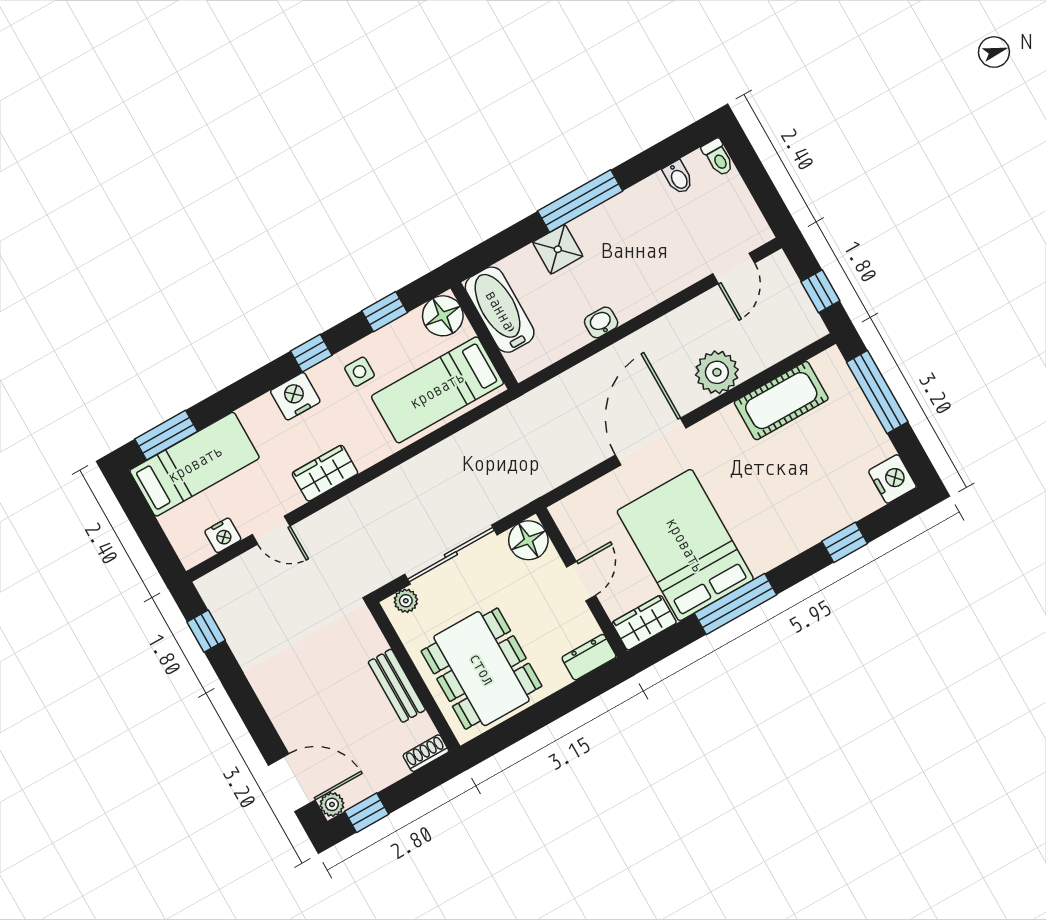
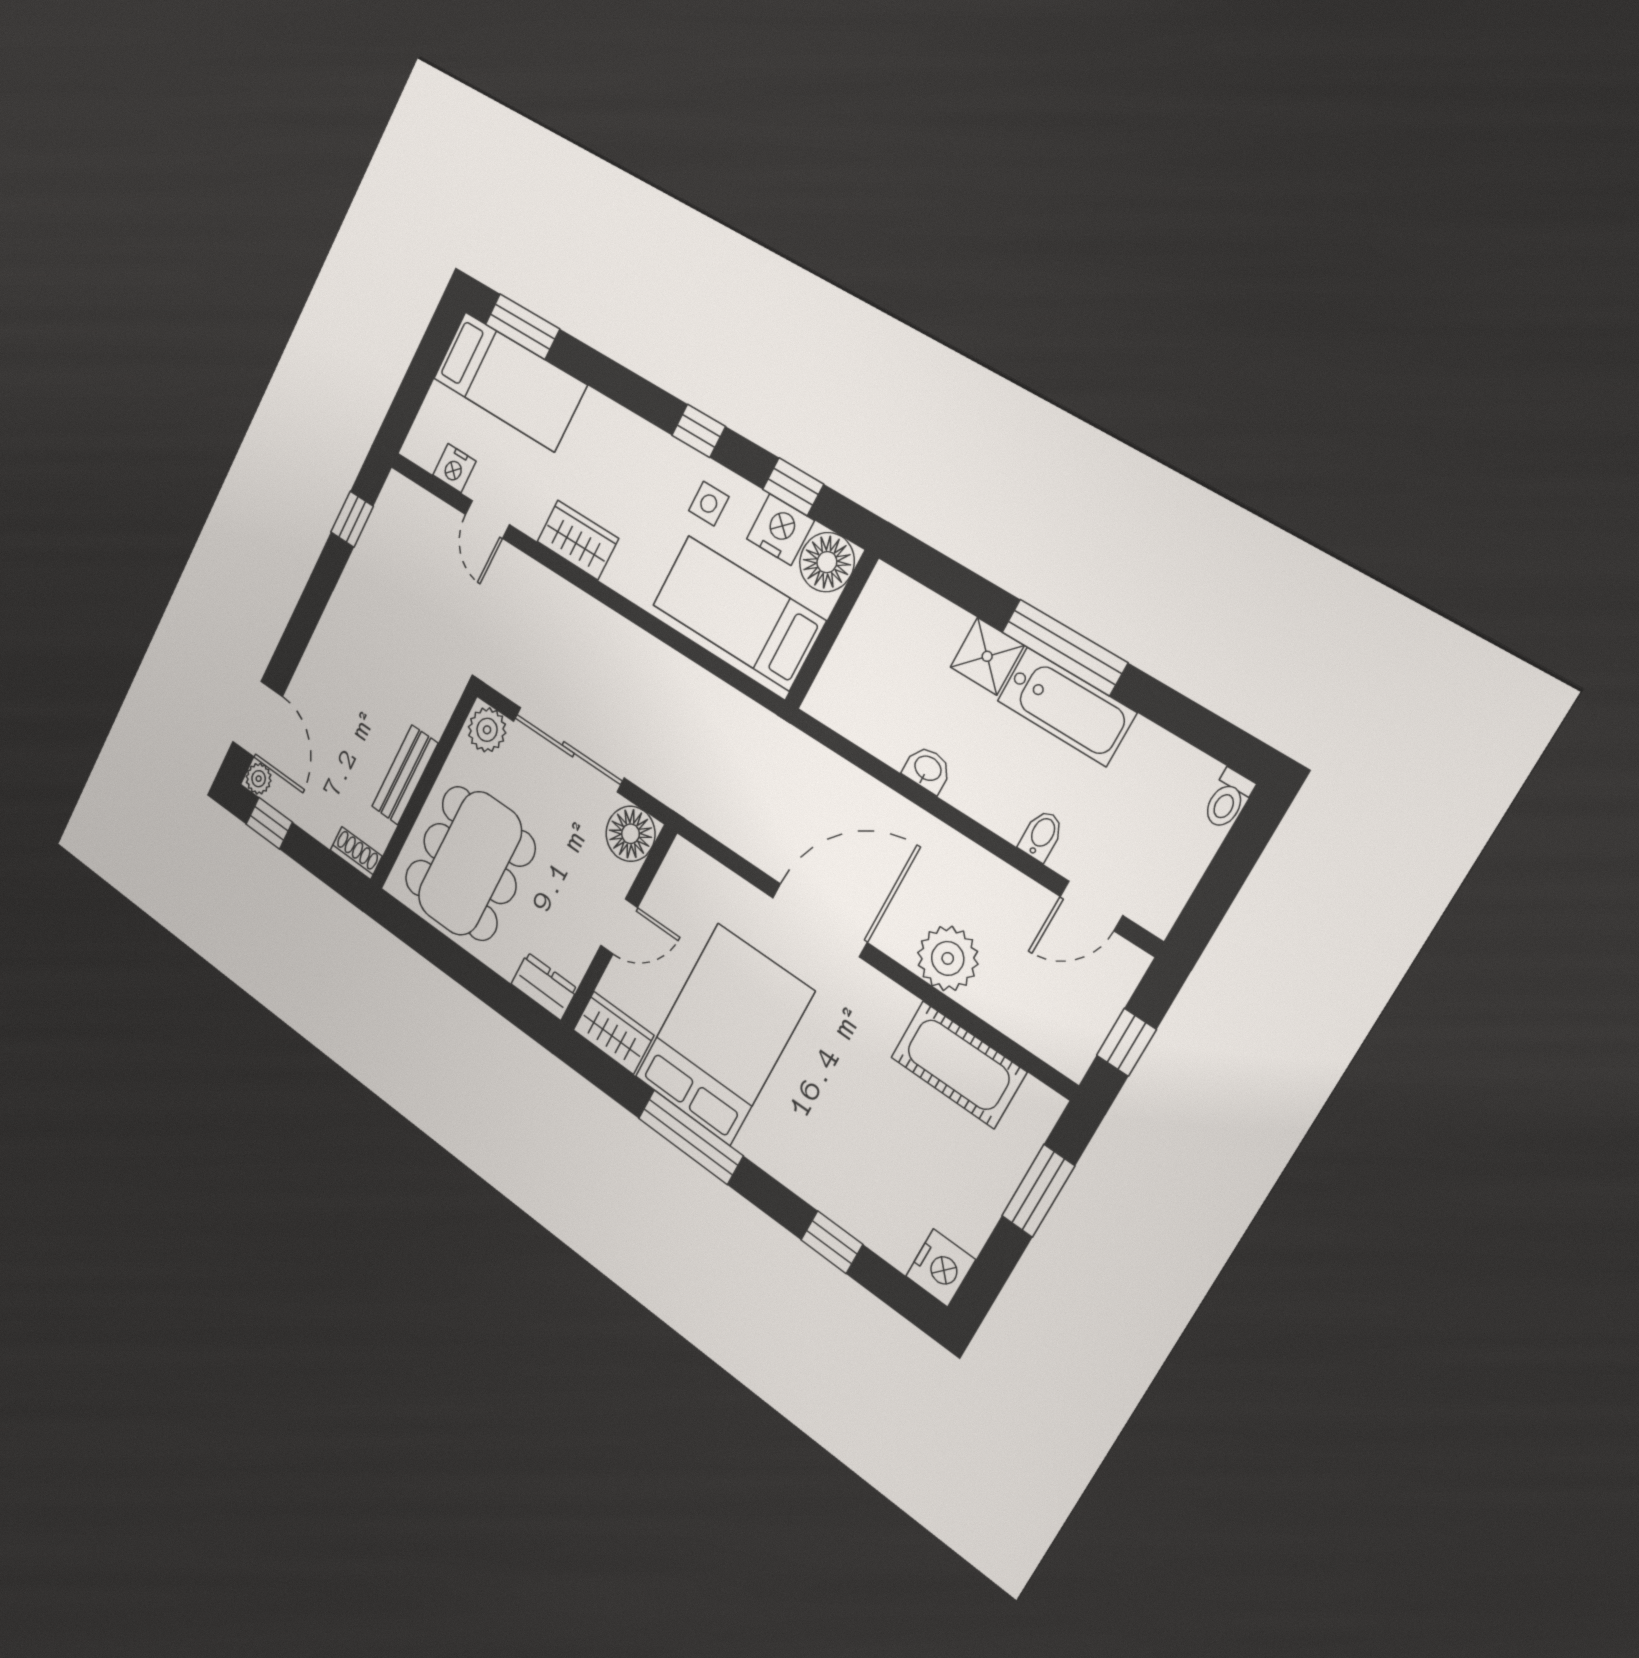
bidet: (678, 177) -> (1041, 835), moved, turned 180
bathtub: (500, 310) -> (1066, 707), moved, turned 90
window: (877, 392) -> (1038, 1191), width x0.69
nightstand: (295, 396) -> (780, 530), moved
plant: (406, 601) -> (487, 730), width x1.38, depth x1.38

